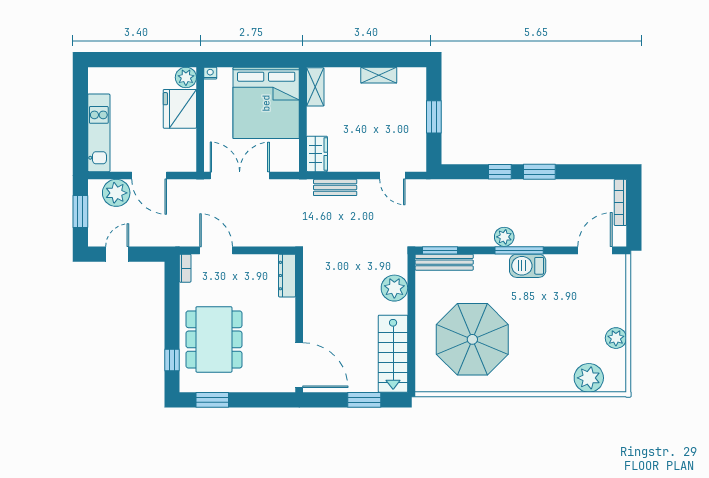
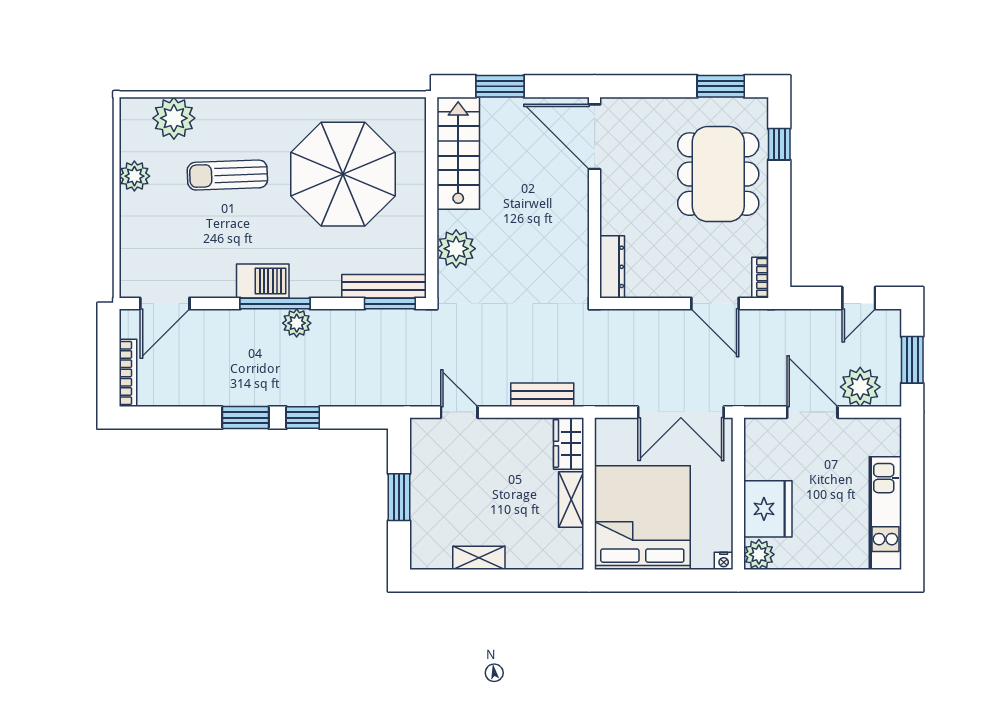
shelving: (315, 87) -> (571, 499), moved
kitchen unit: (99, 133) -> (885, 513), moved
sun lounger: (552, 339) -> (227, 175), added

